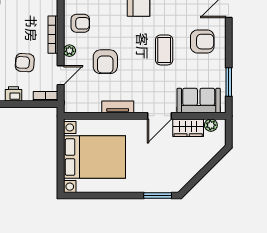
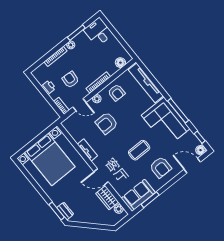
sofa: (199, 101) -> (138, 195), moved, turned -90
dresser: (165, 186) -> (65, 211), added

